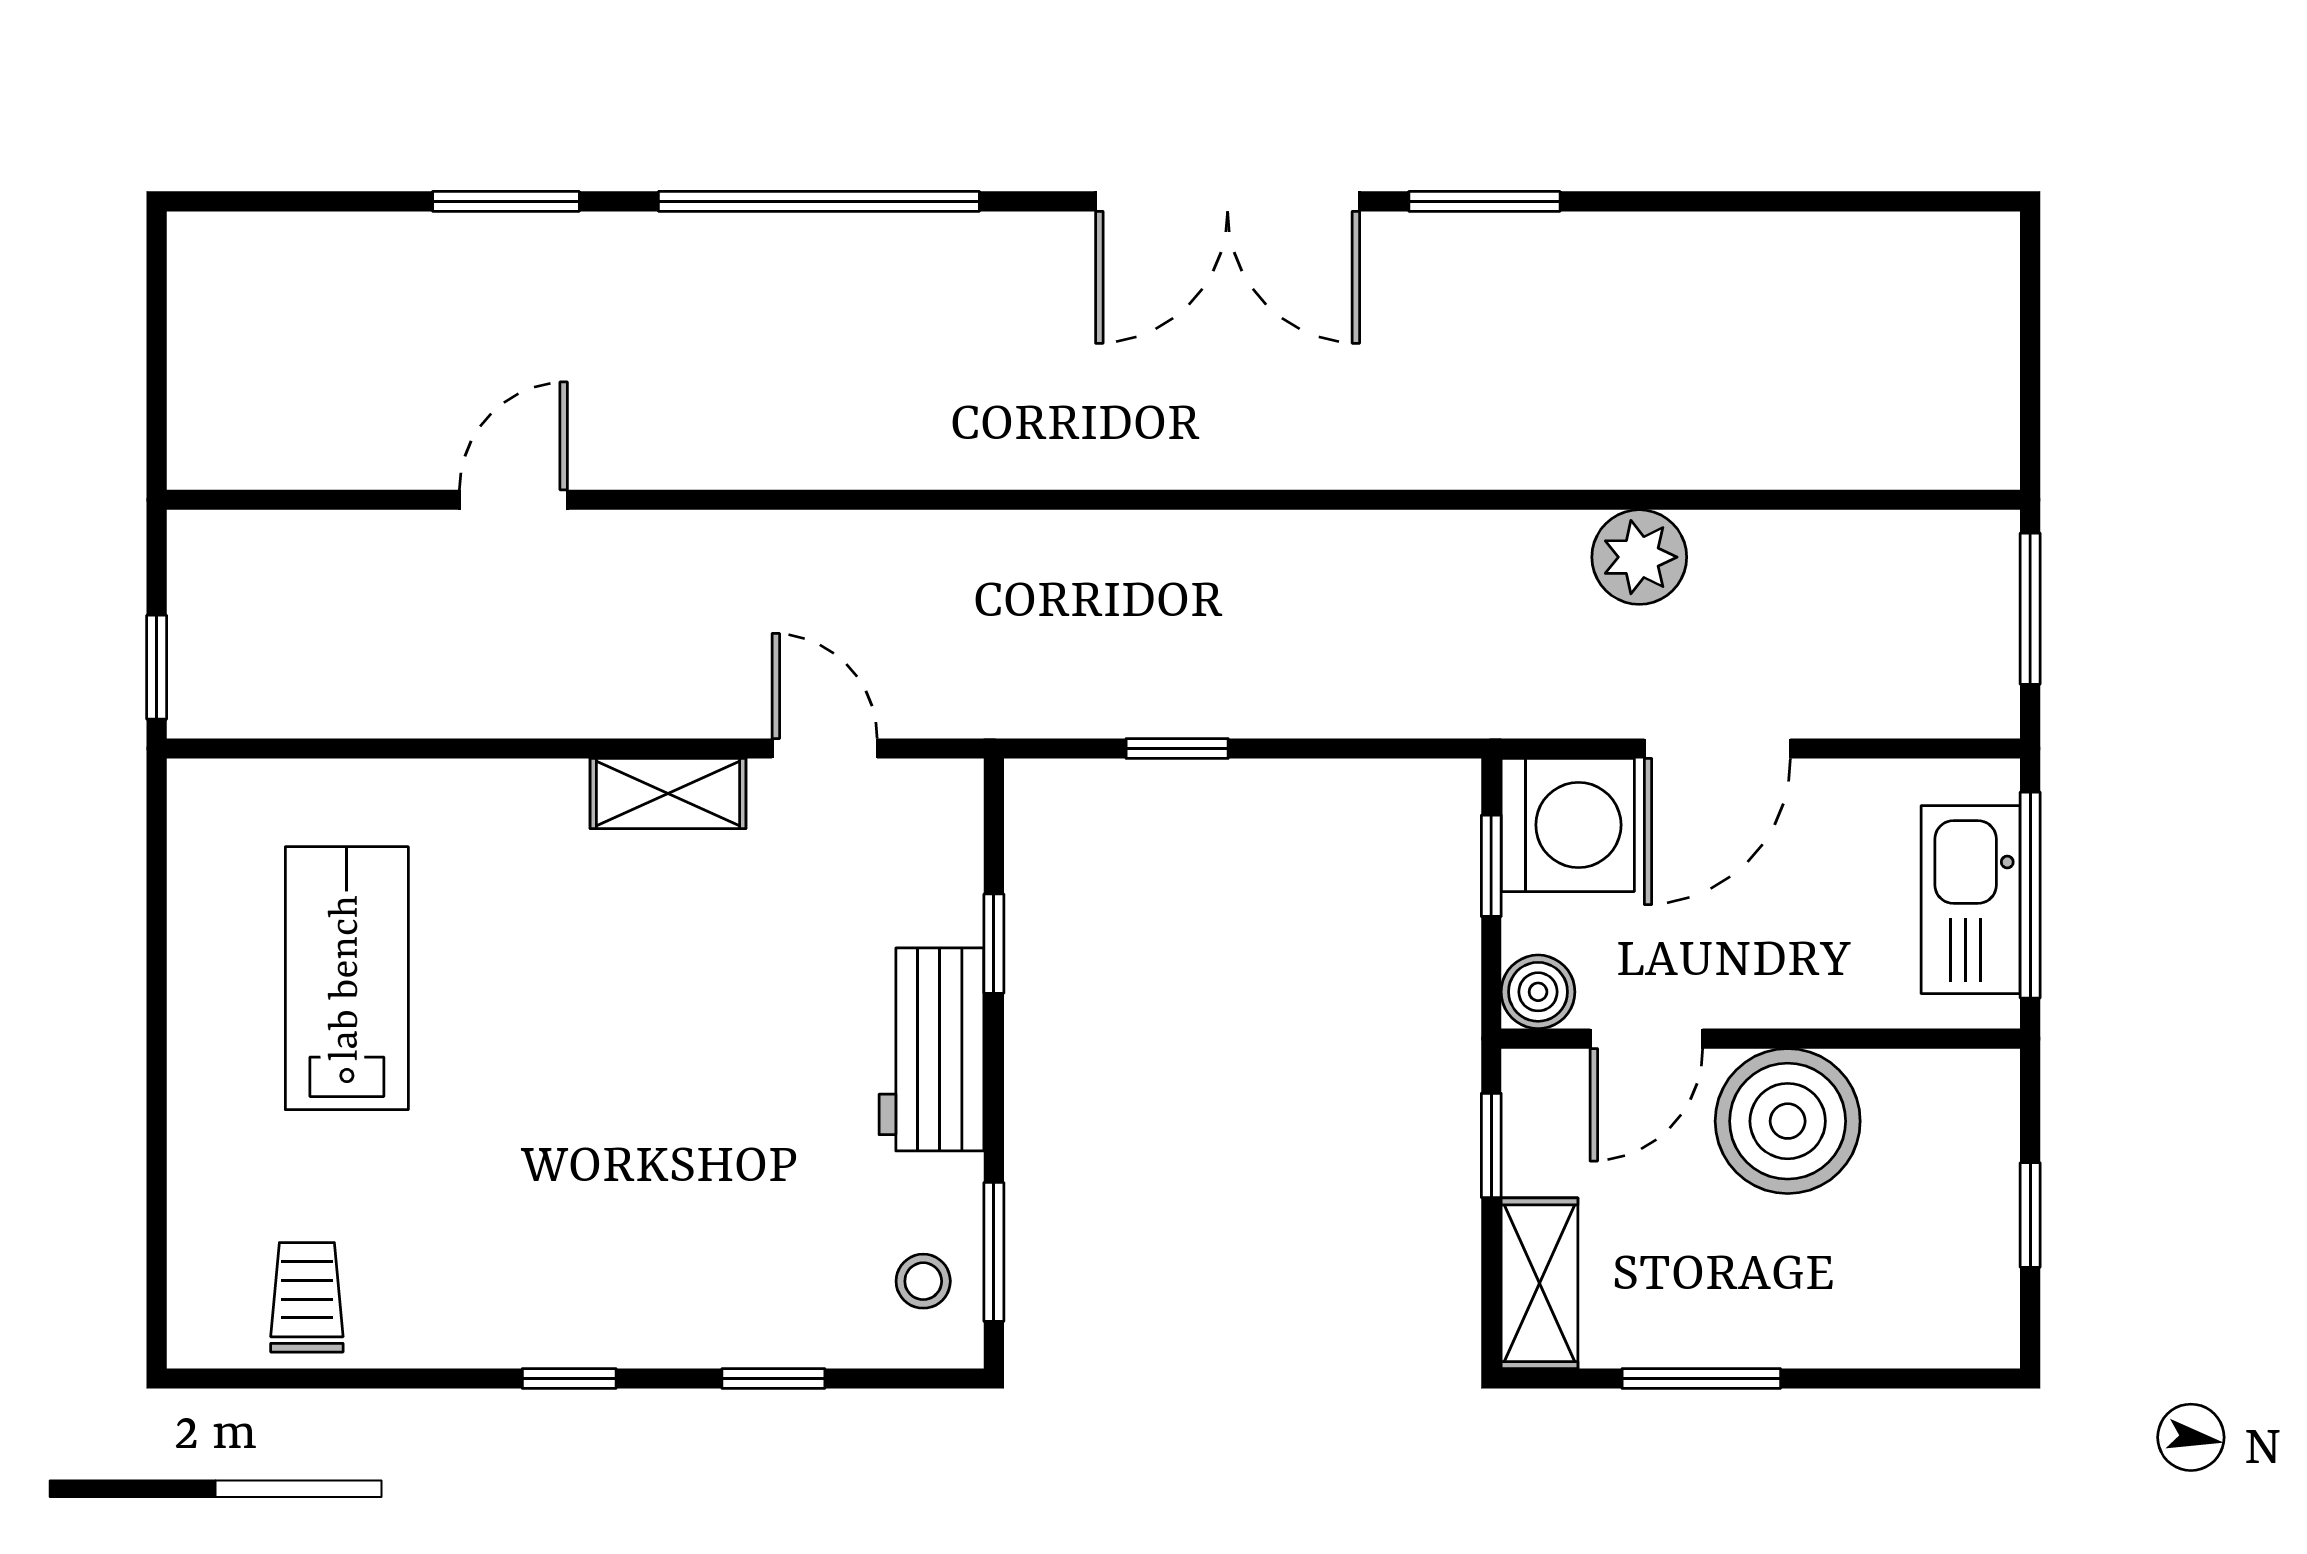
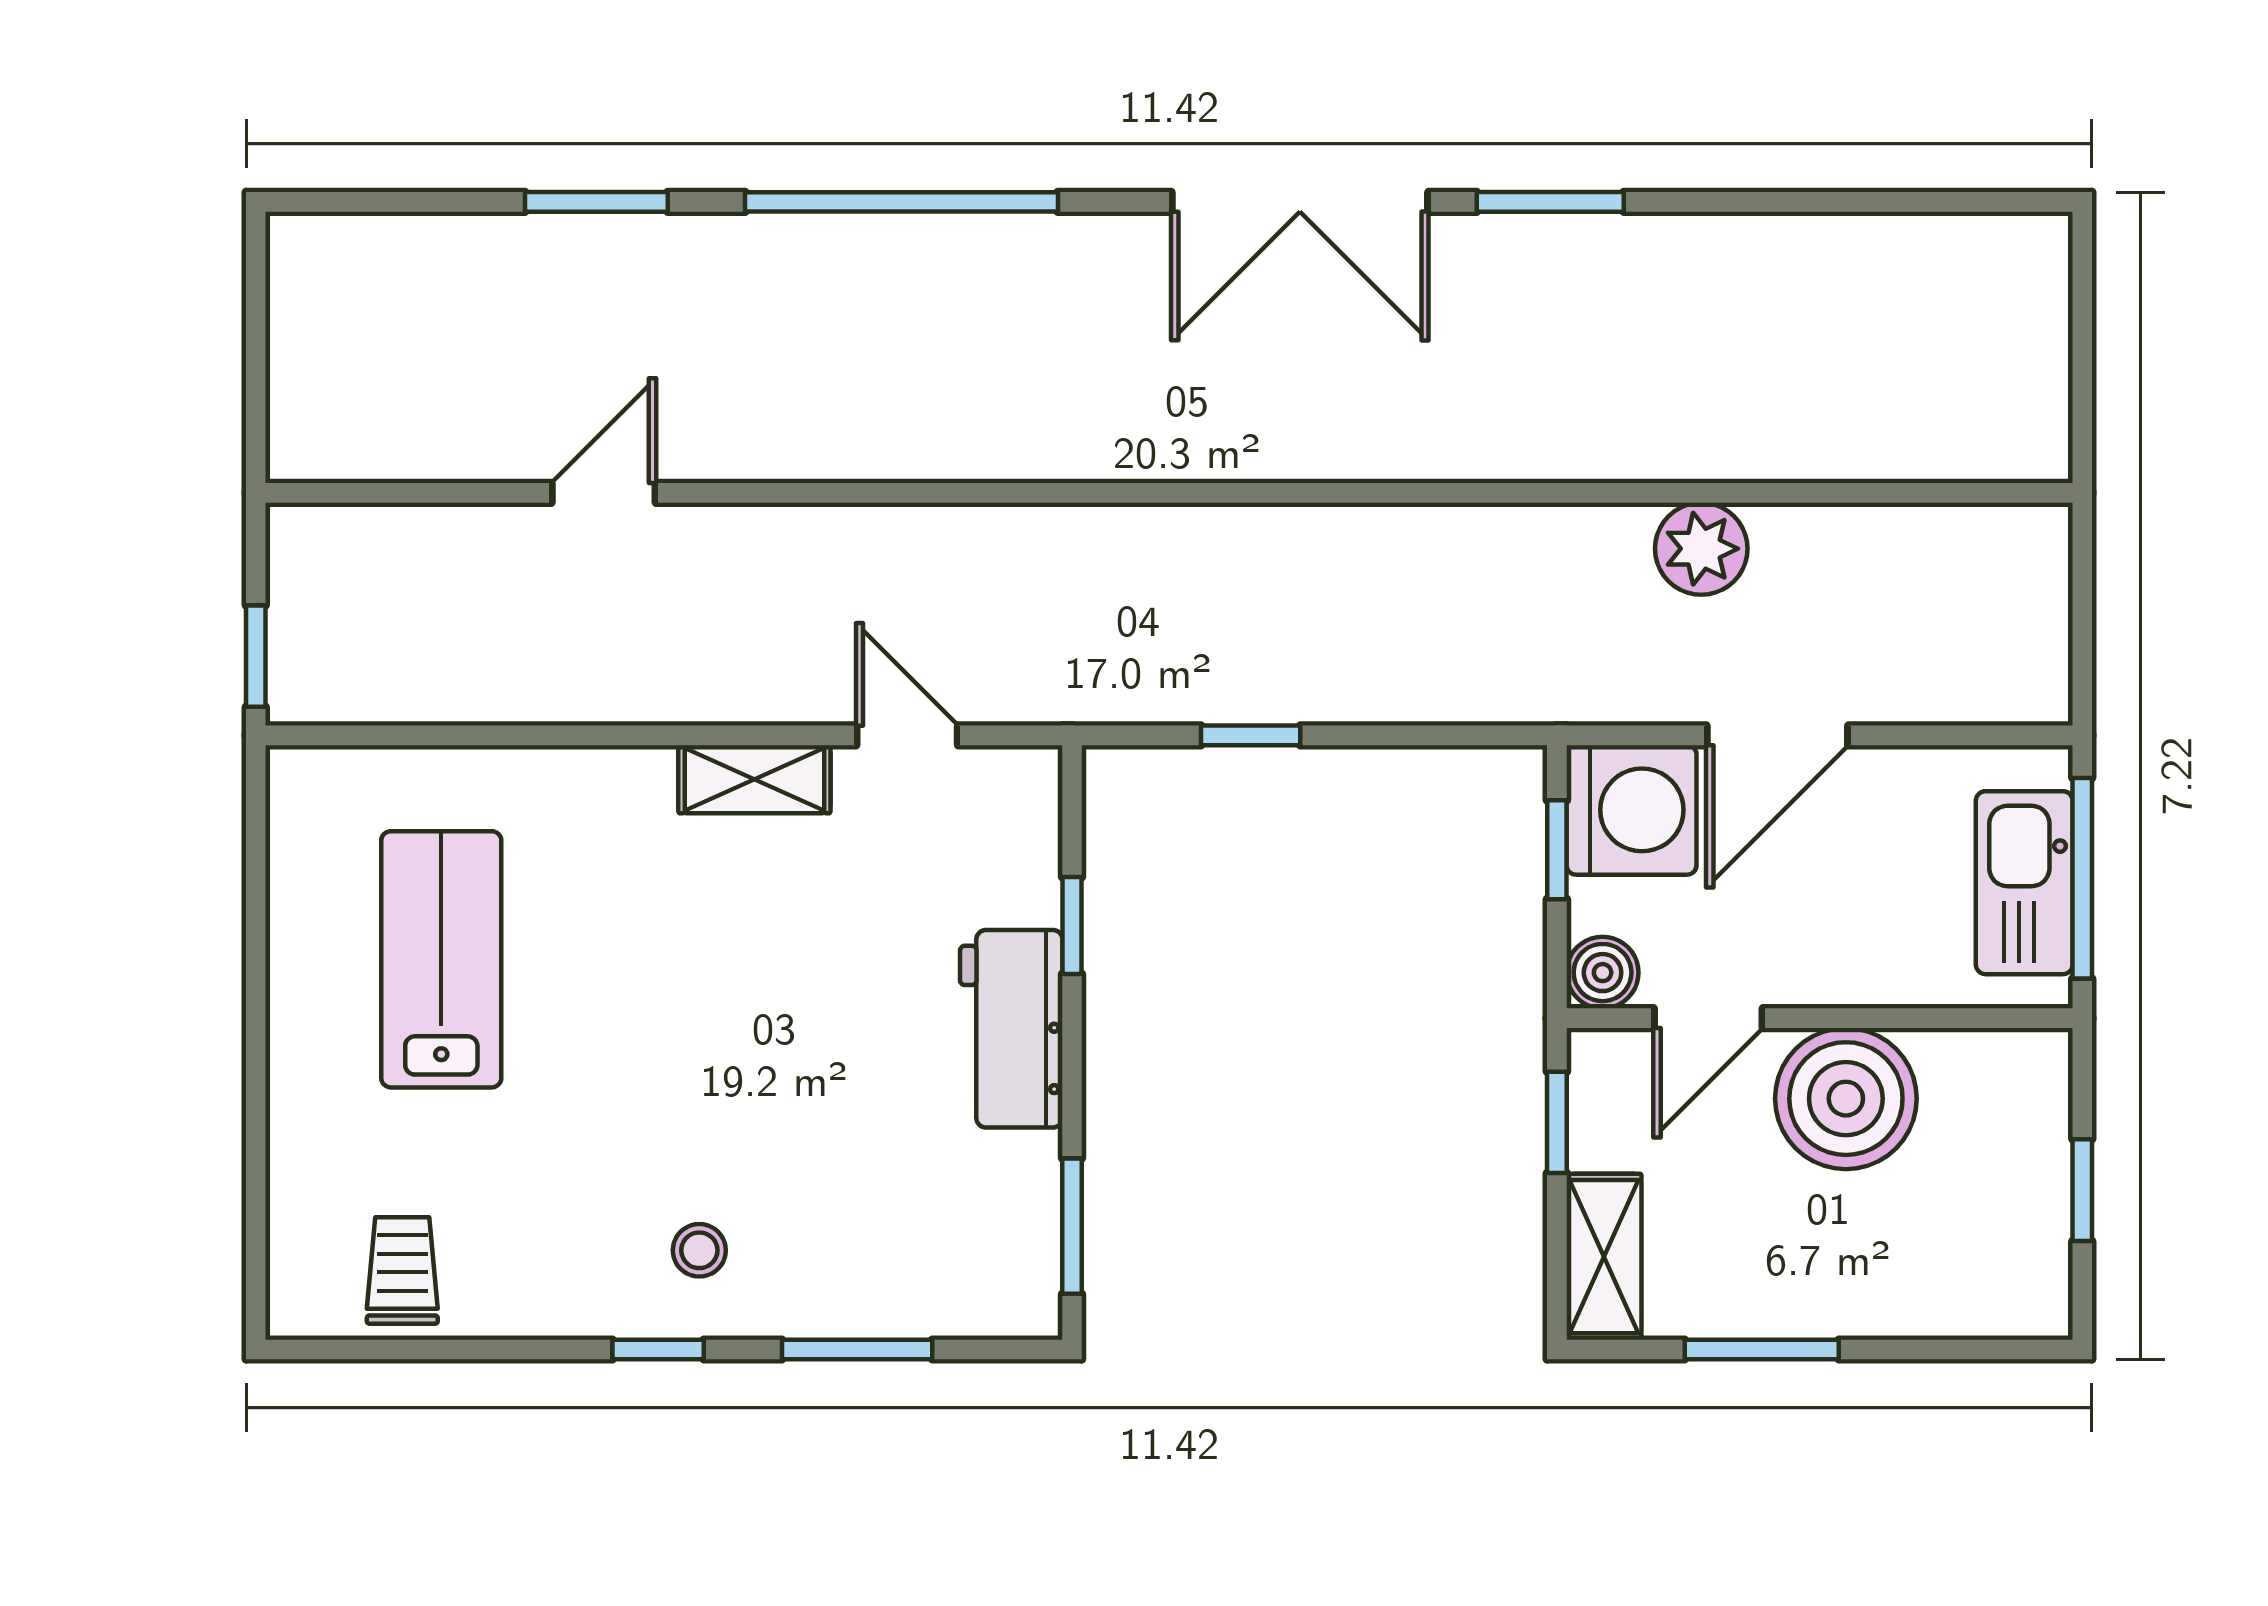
window: (2030, 609) -> (2082, 599), removed
stool: (923, 1281) -> (699, 1250), moved
window: (773, 1378) -> (857, 1350), width x1.50

